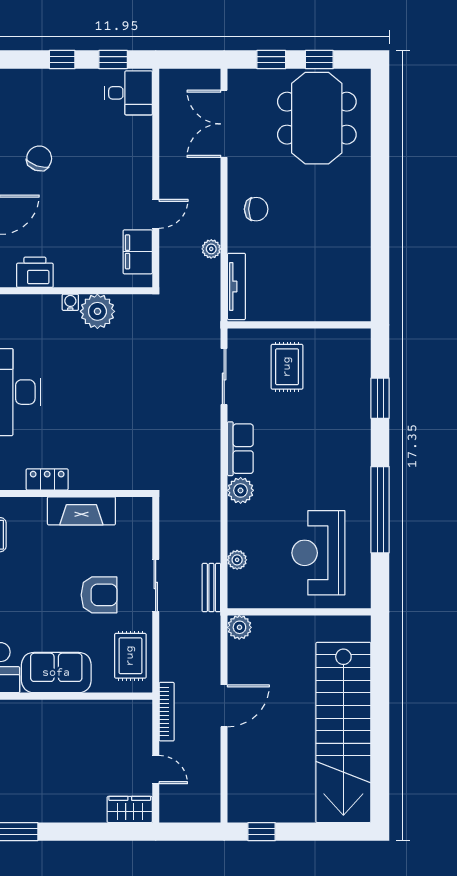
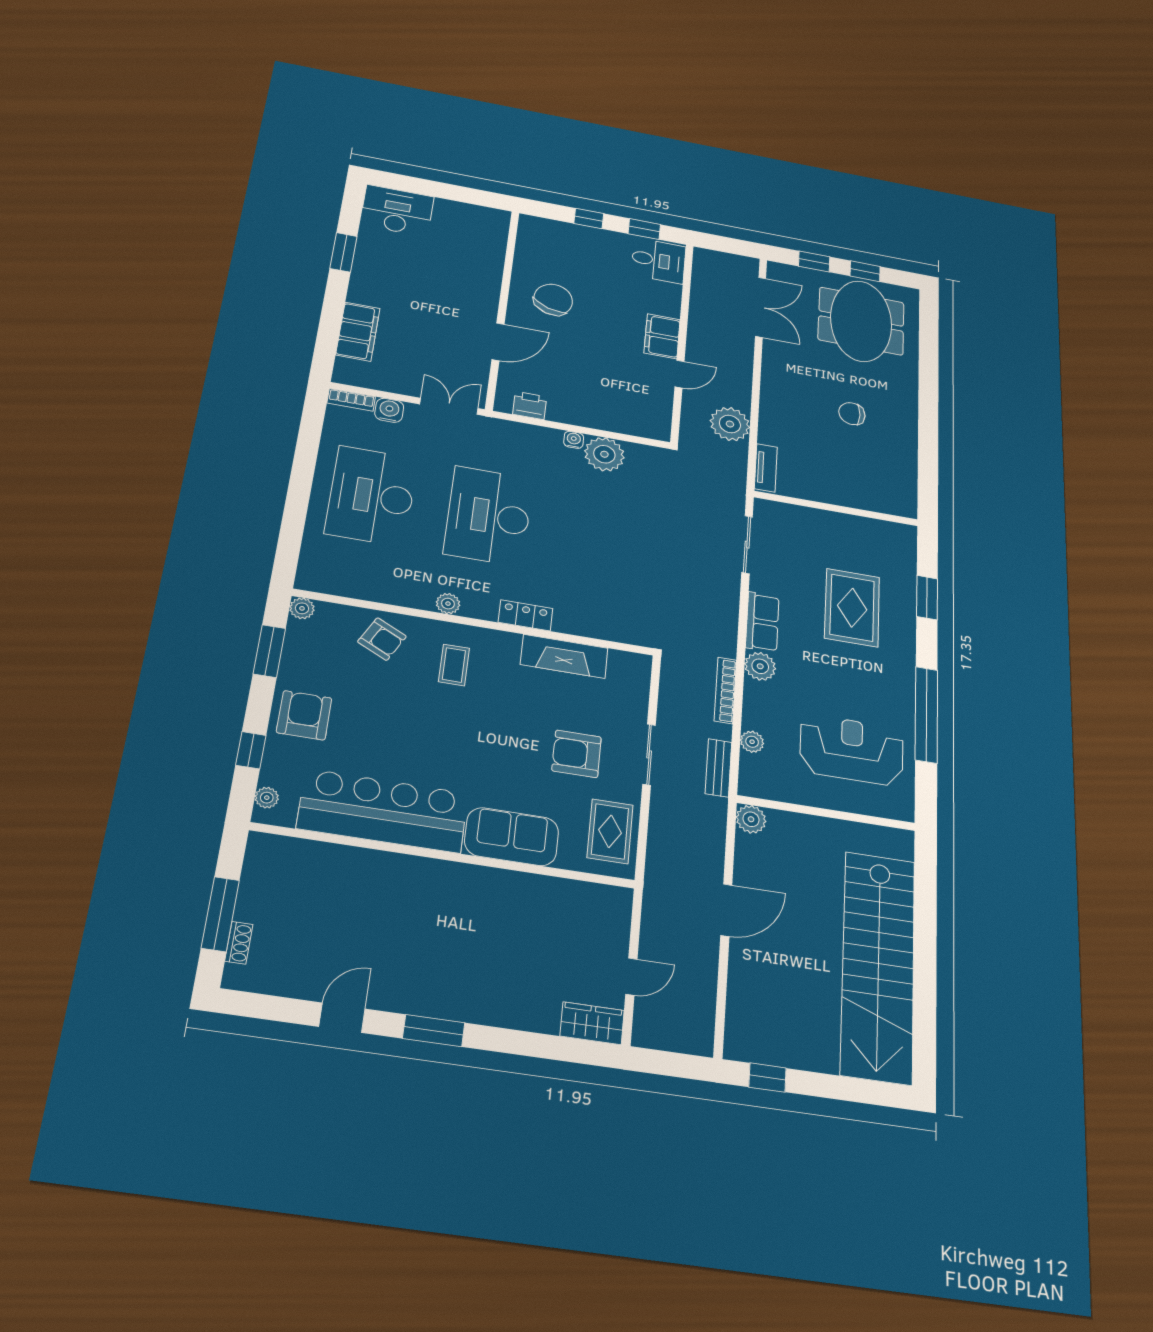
double door: (224, 124) -> (761, 307), swing flipped
chair: (39, 158) -> (553, 300), width x1.37, depth x1.37
chair: (256, 209) -> (852, 414), moved, turned 180
plant: (211, 249) -> (730, 424), width x1.88, depth x1.88
filing cabinet: (138, 252) -> (662, 336), moved
printer: (35, 272) -> (530, 405), width x0.73, depth x0.81
tv unit: (236, 286) -> (766, 468), width x0.71
rug: (287, 367) -> (852, 608), moved, width x1.36, depth x1.43
reception desk: (318, 553) -> (852, 750), turned 90
armchair: (99, 595) -> (577, 754), turned 180
bookcase: (167, 712) -> (725, 690), moved, turned 180
door: (156, 770) -> (631, 977), hinge flipped

